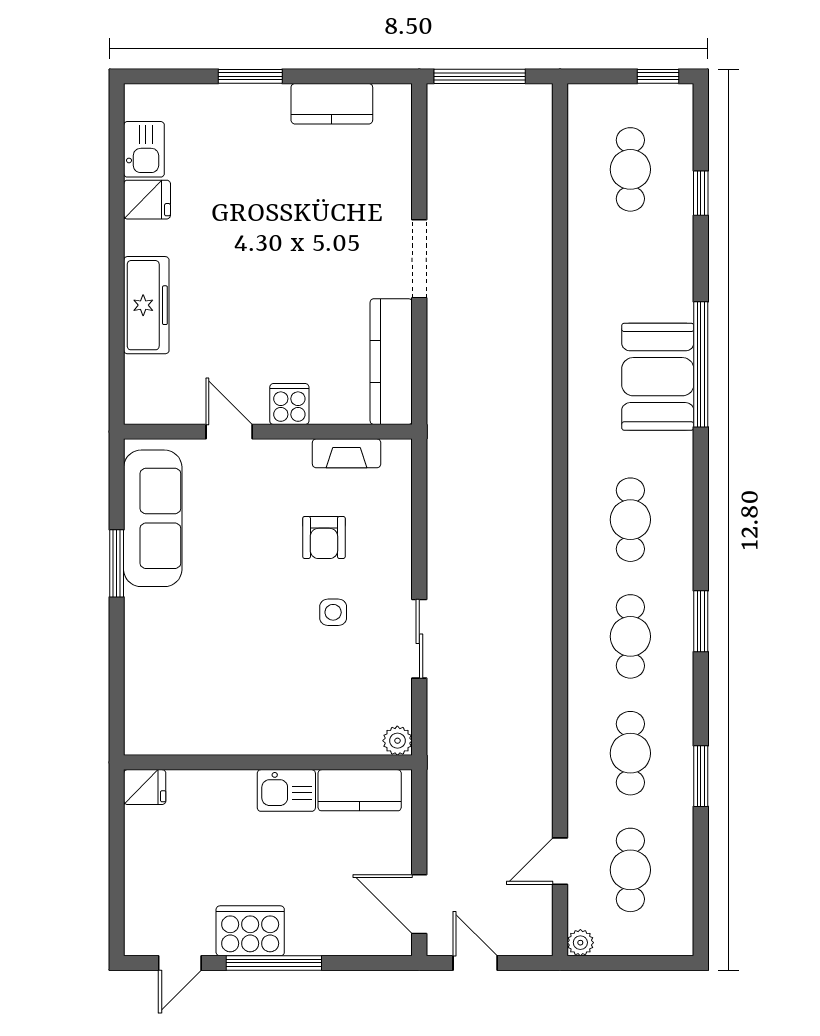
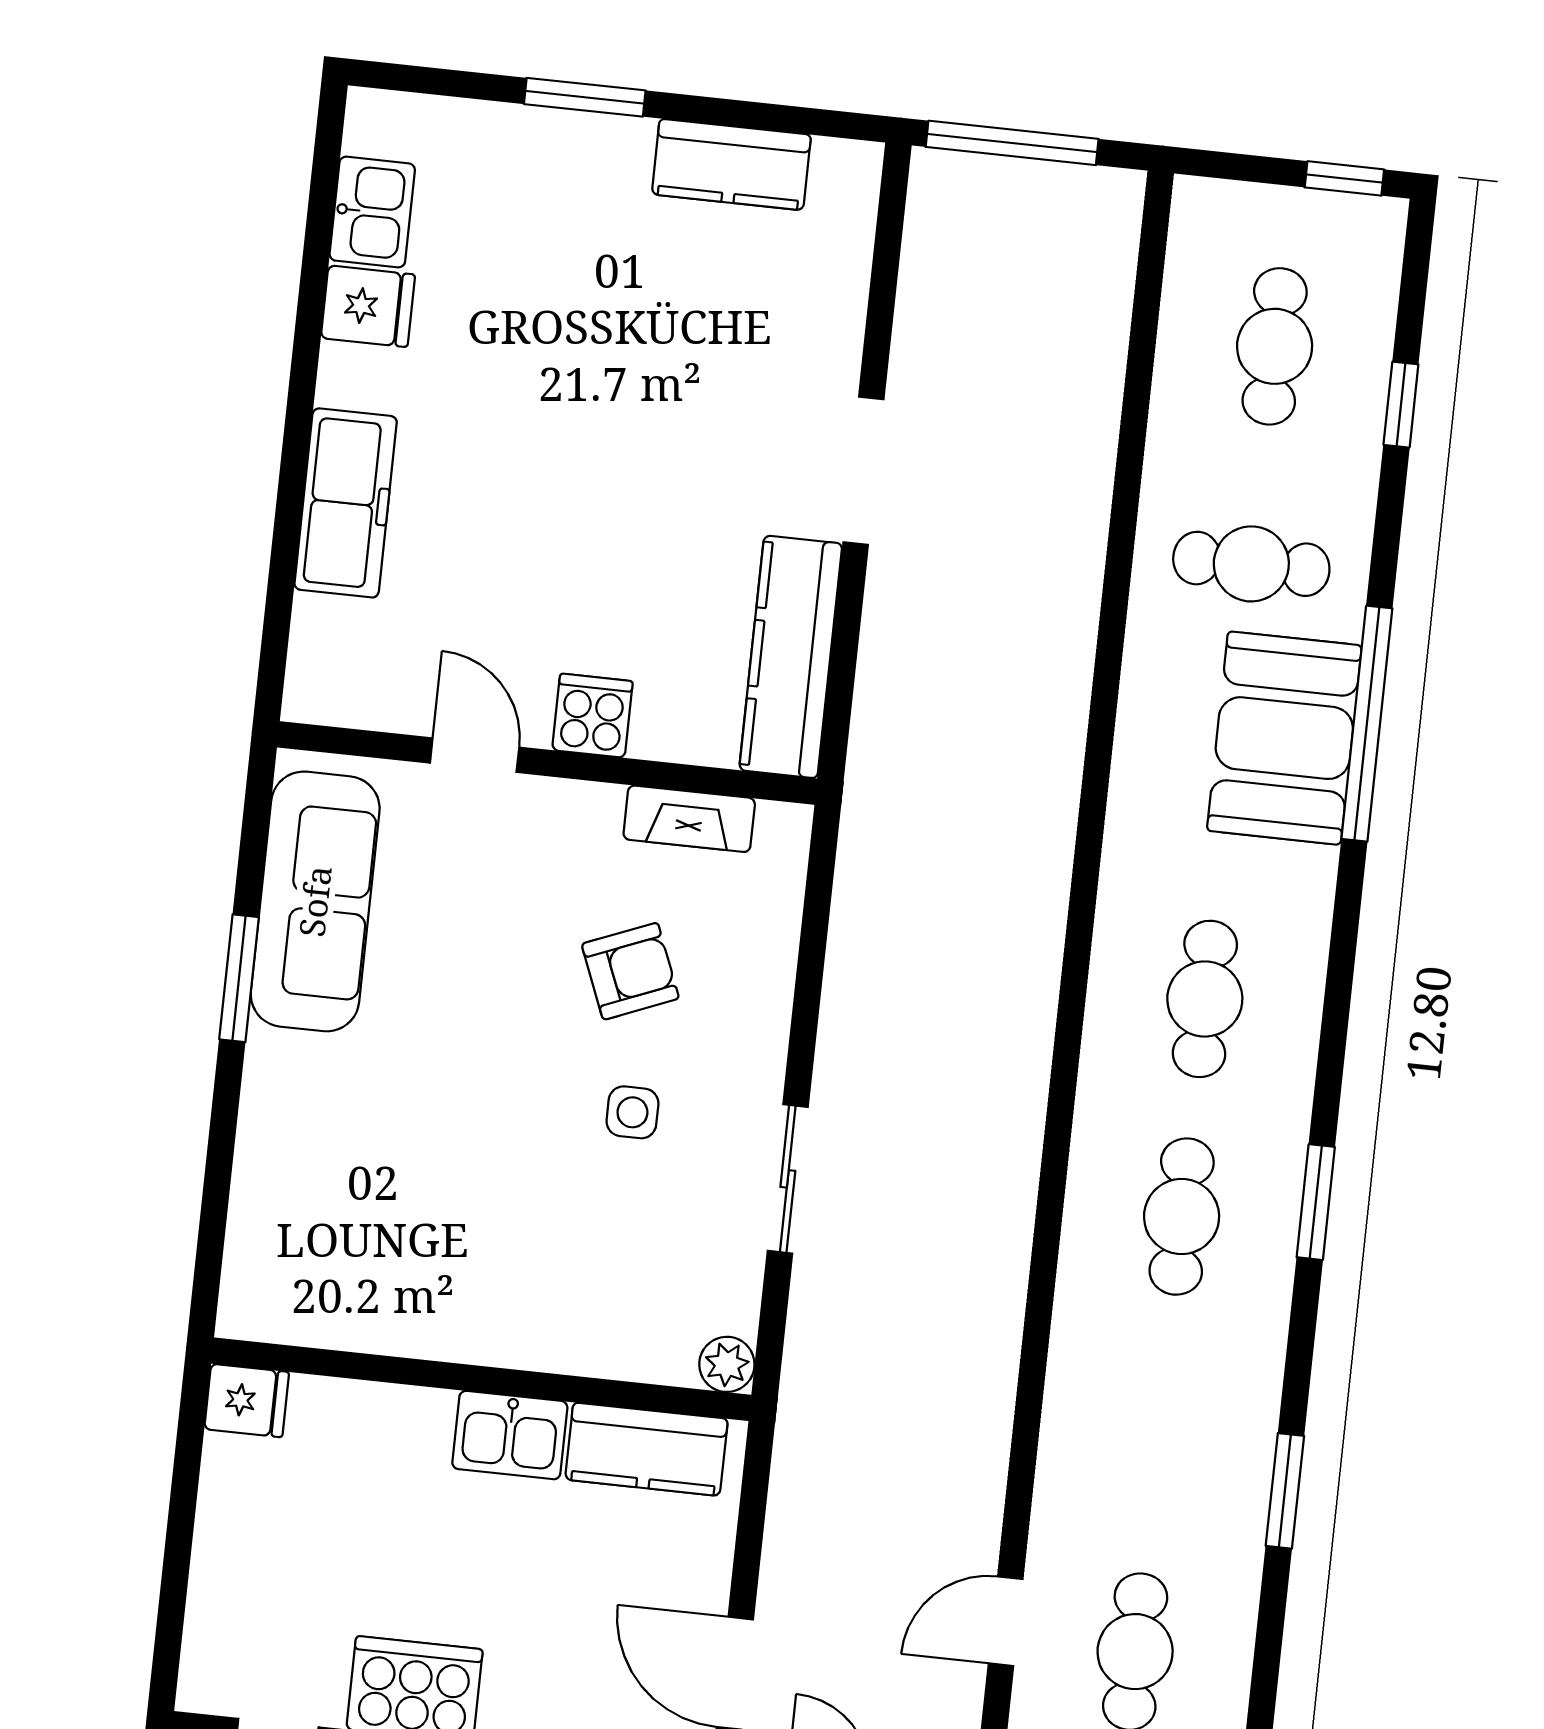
armchair: (324, 537) -> (630, 971), turned -112
cafe table: (630, 753) -> (1251, 564), moved, turned 90

